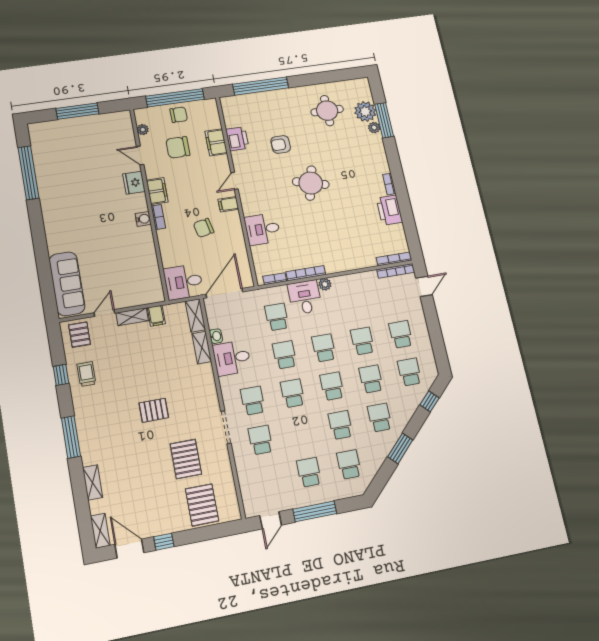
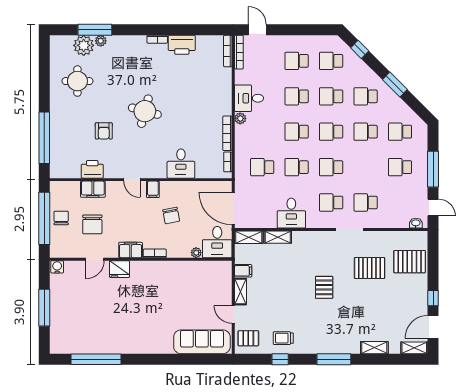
plant: (143, 130) -> (196, 253), moved
water cooler: (143, 219) -> (57, 267), moved
desk: (305, 297) -> (249, 98), moved
washbasin: (216, 336) -> (416, 223), moved

